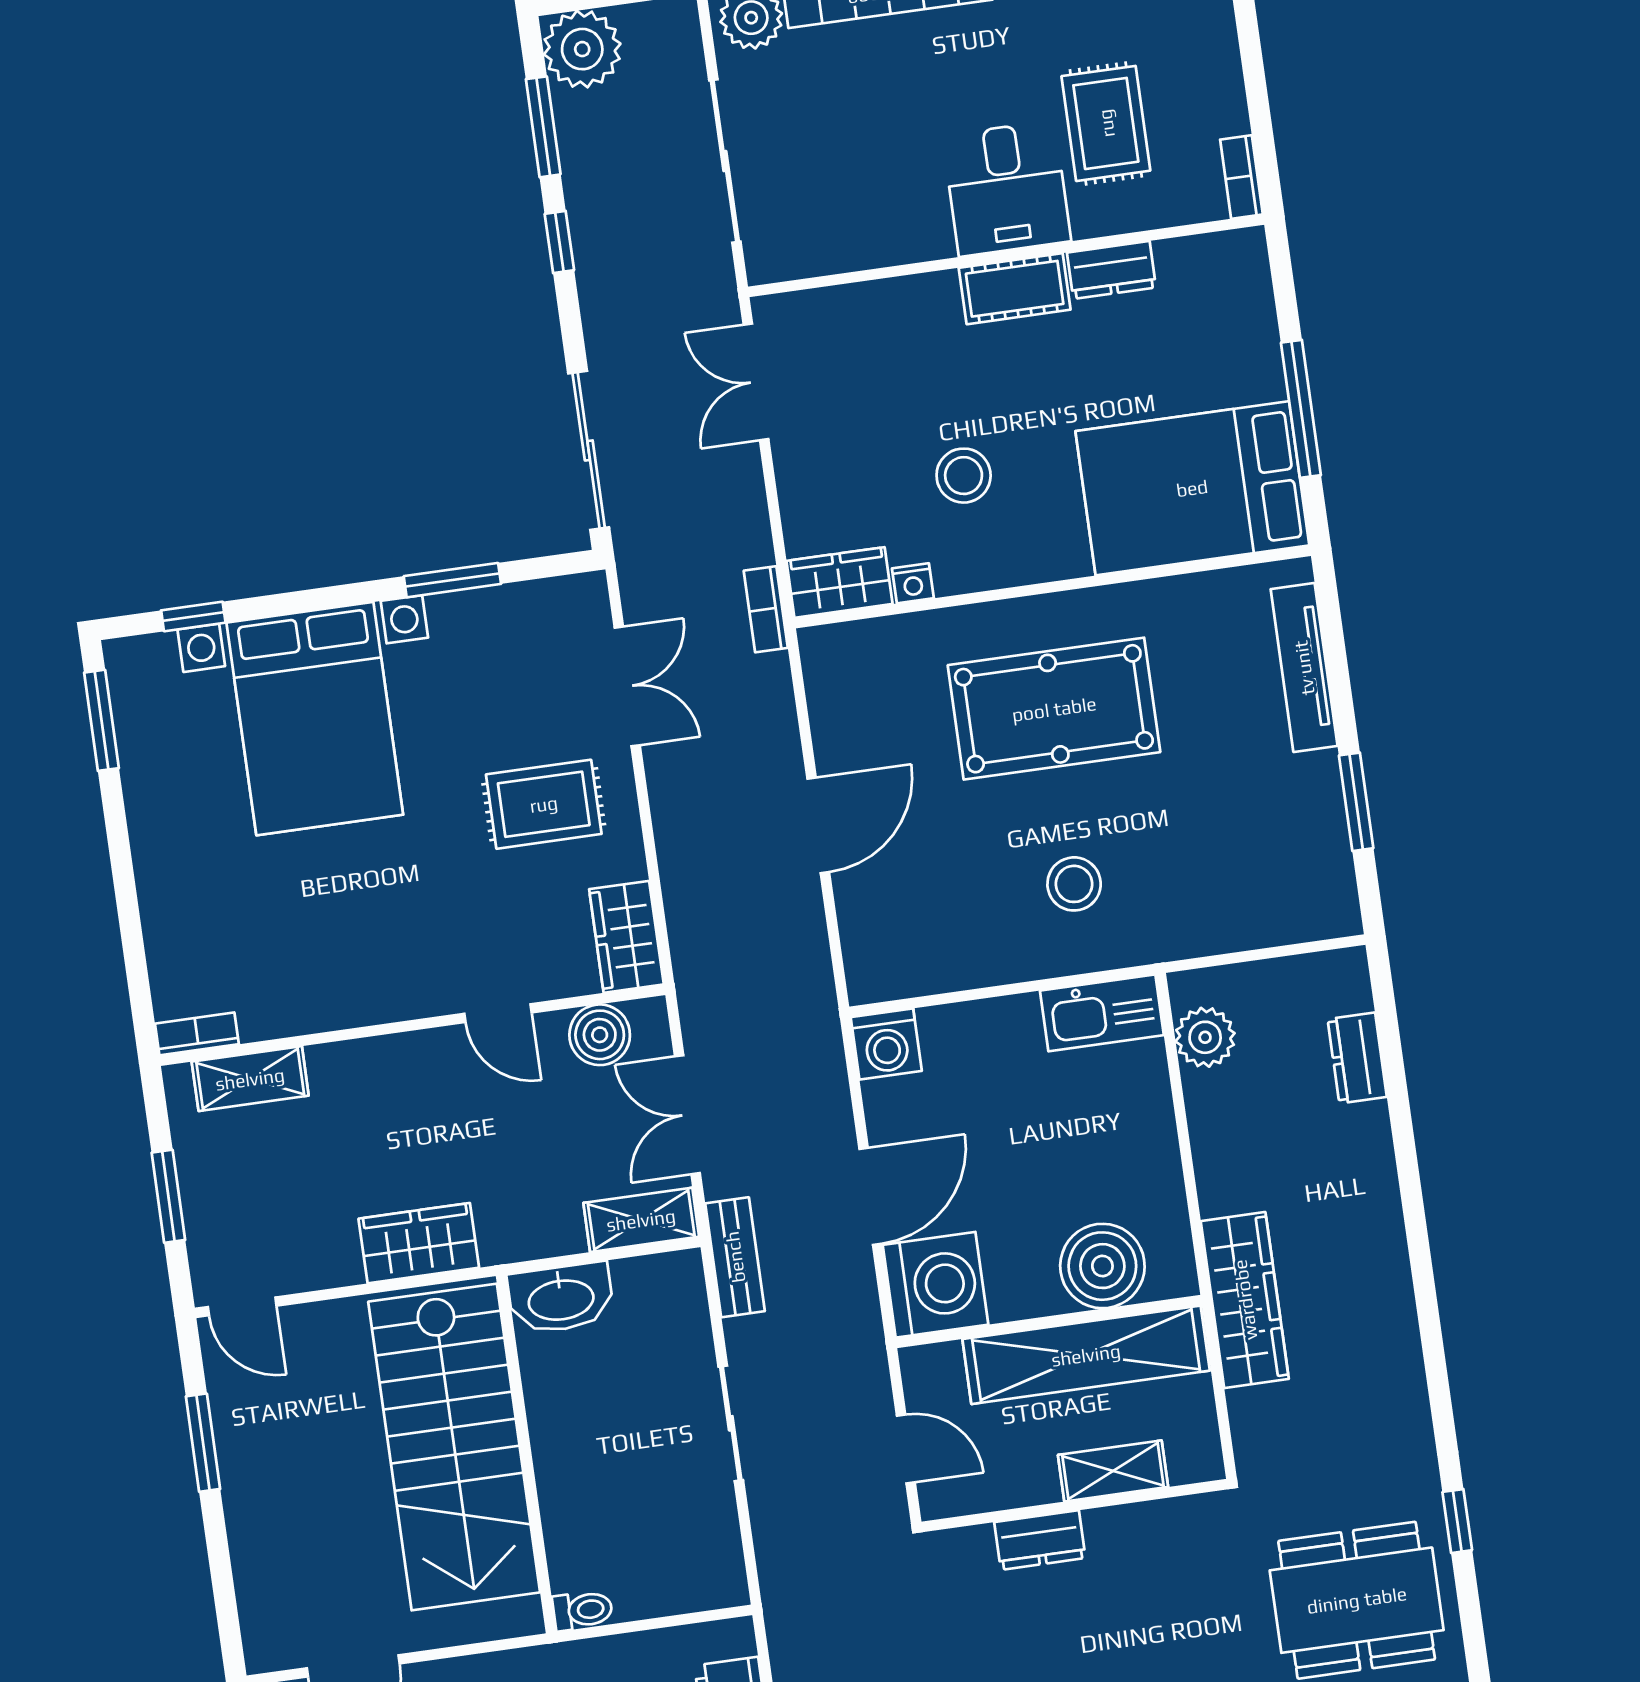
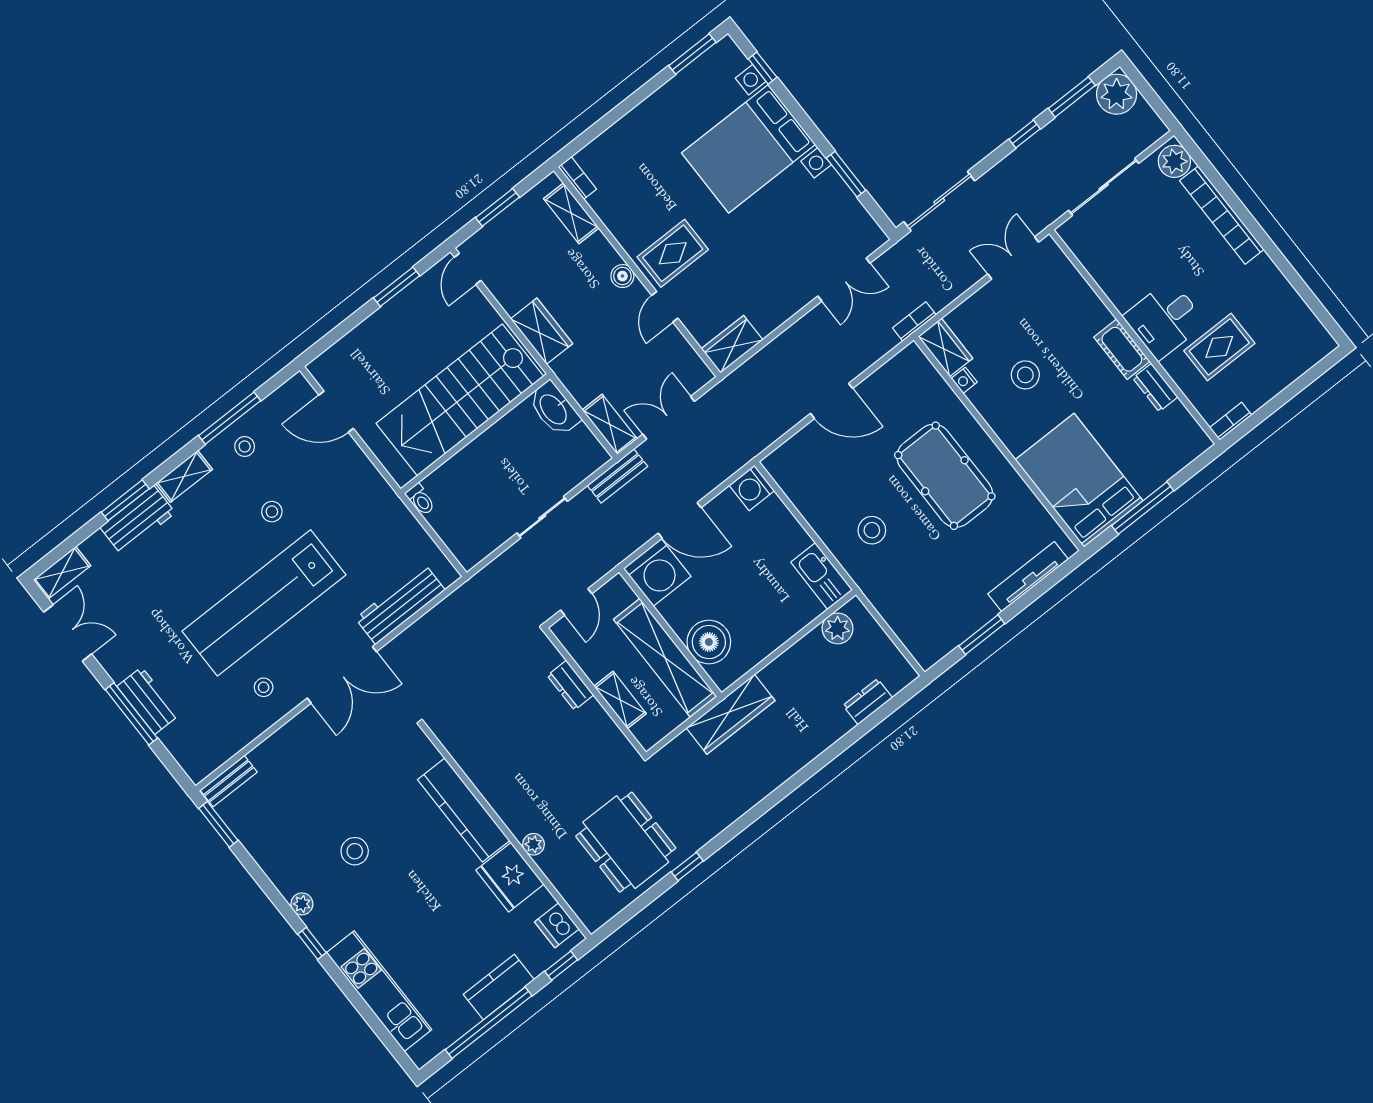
rug: (544, 804) -> (673, 253), moved, turned 90
boiler: (600, 1035) -> (622, 276), moved, width x0.73, depth x0.73

